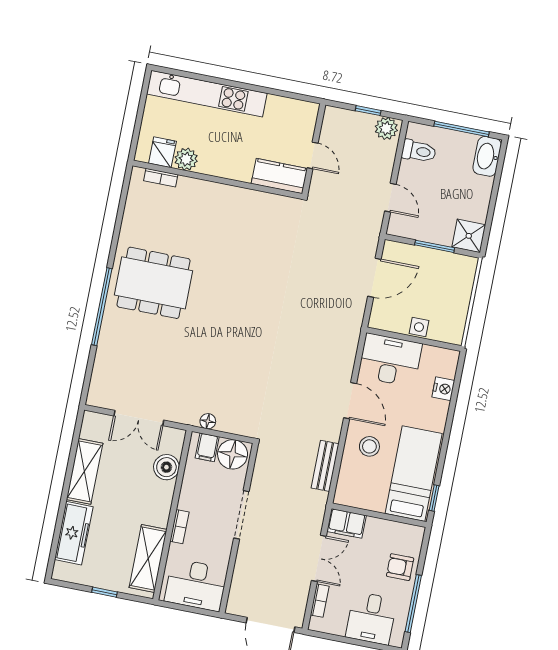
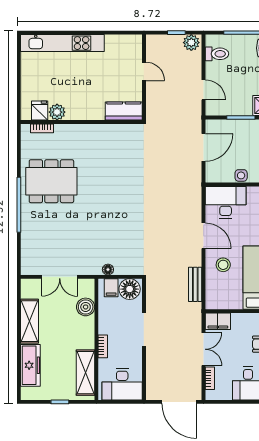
fridge: (162, 152) -> (40, 111), moved
plant: (186, 159) -> (57, 112), moved
kitchen counter: (279, 176) -> (124, 111), moved
bookcase: (161, 178) -> (42, 128), moved
wall: (217, 180) -> (81, 122), moved

